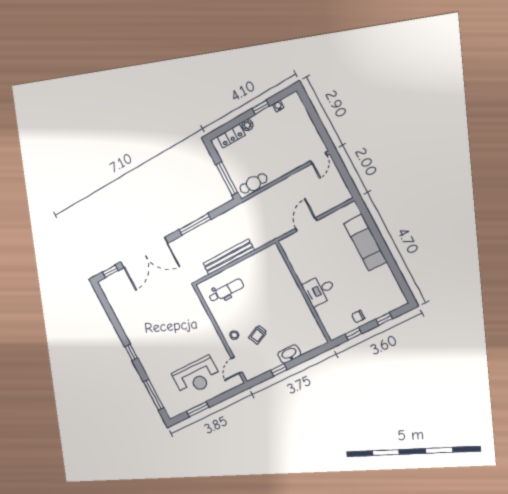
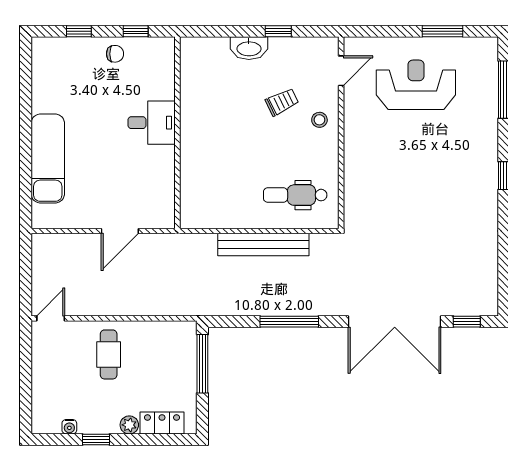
cafe table: (253, 183) -> (109, 354), moved, turned 90
double door: (144, 253) -> (395, 322), swing flipped

